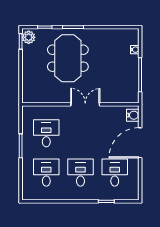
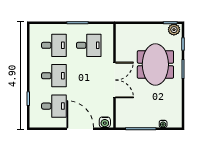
meeting table: (68, 58) -> (155, 64), turned 90
double door: (85, 104) -> (114, 80), width x1.37

